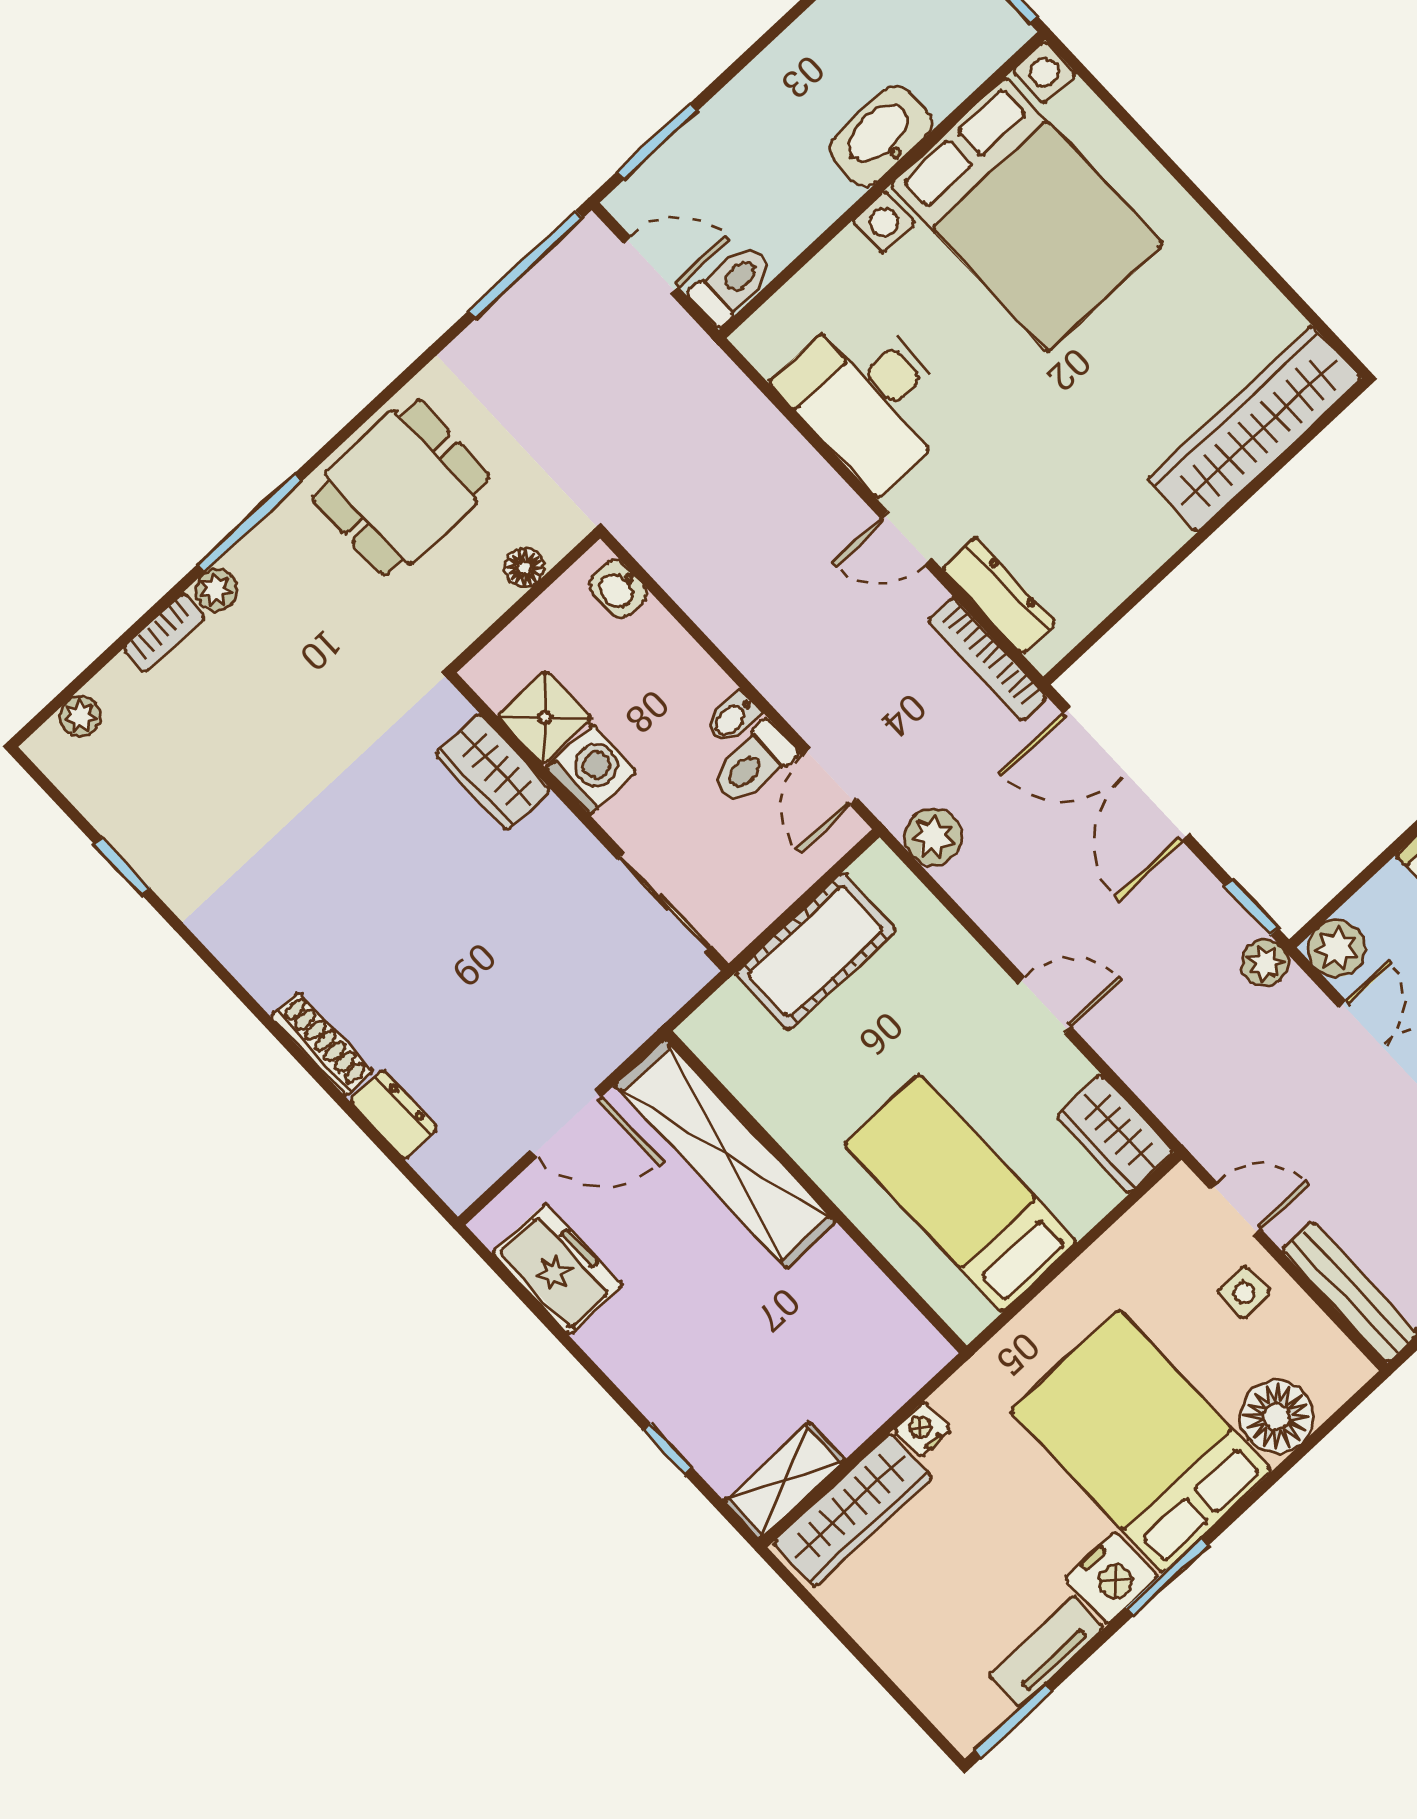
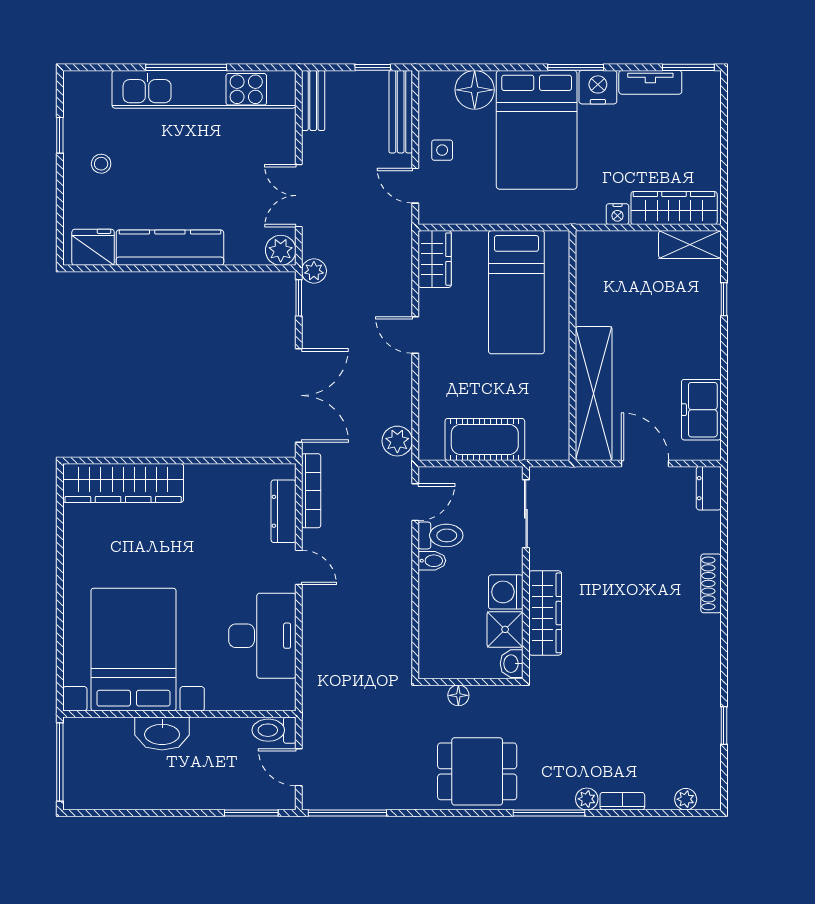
washbasin: (618, 589) -> (512, 664), moved, turned 180
wardrobe: (493, 772) -> (545, 613), width x1.50
dresser: (394, 1115) -> (709, 488), moved

